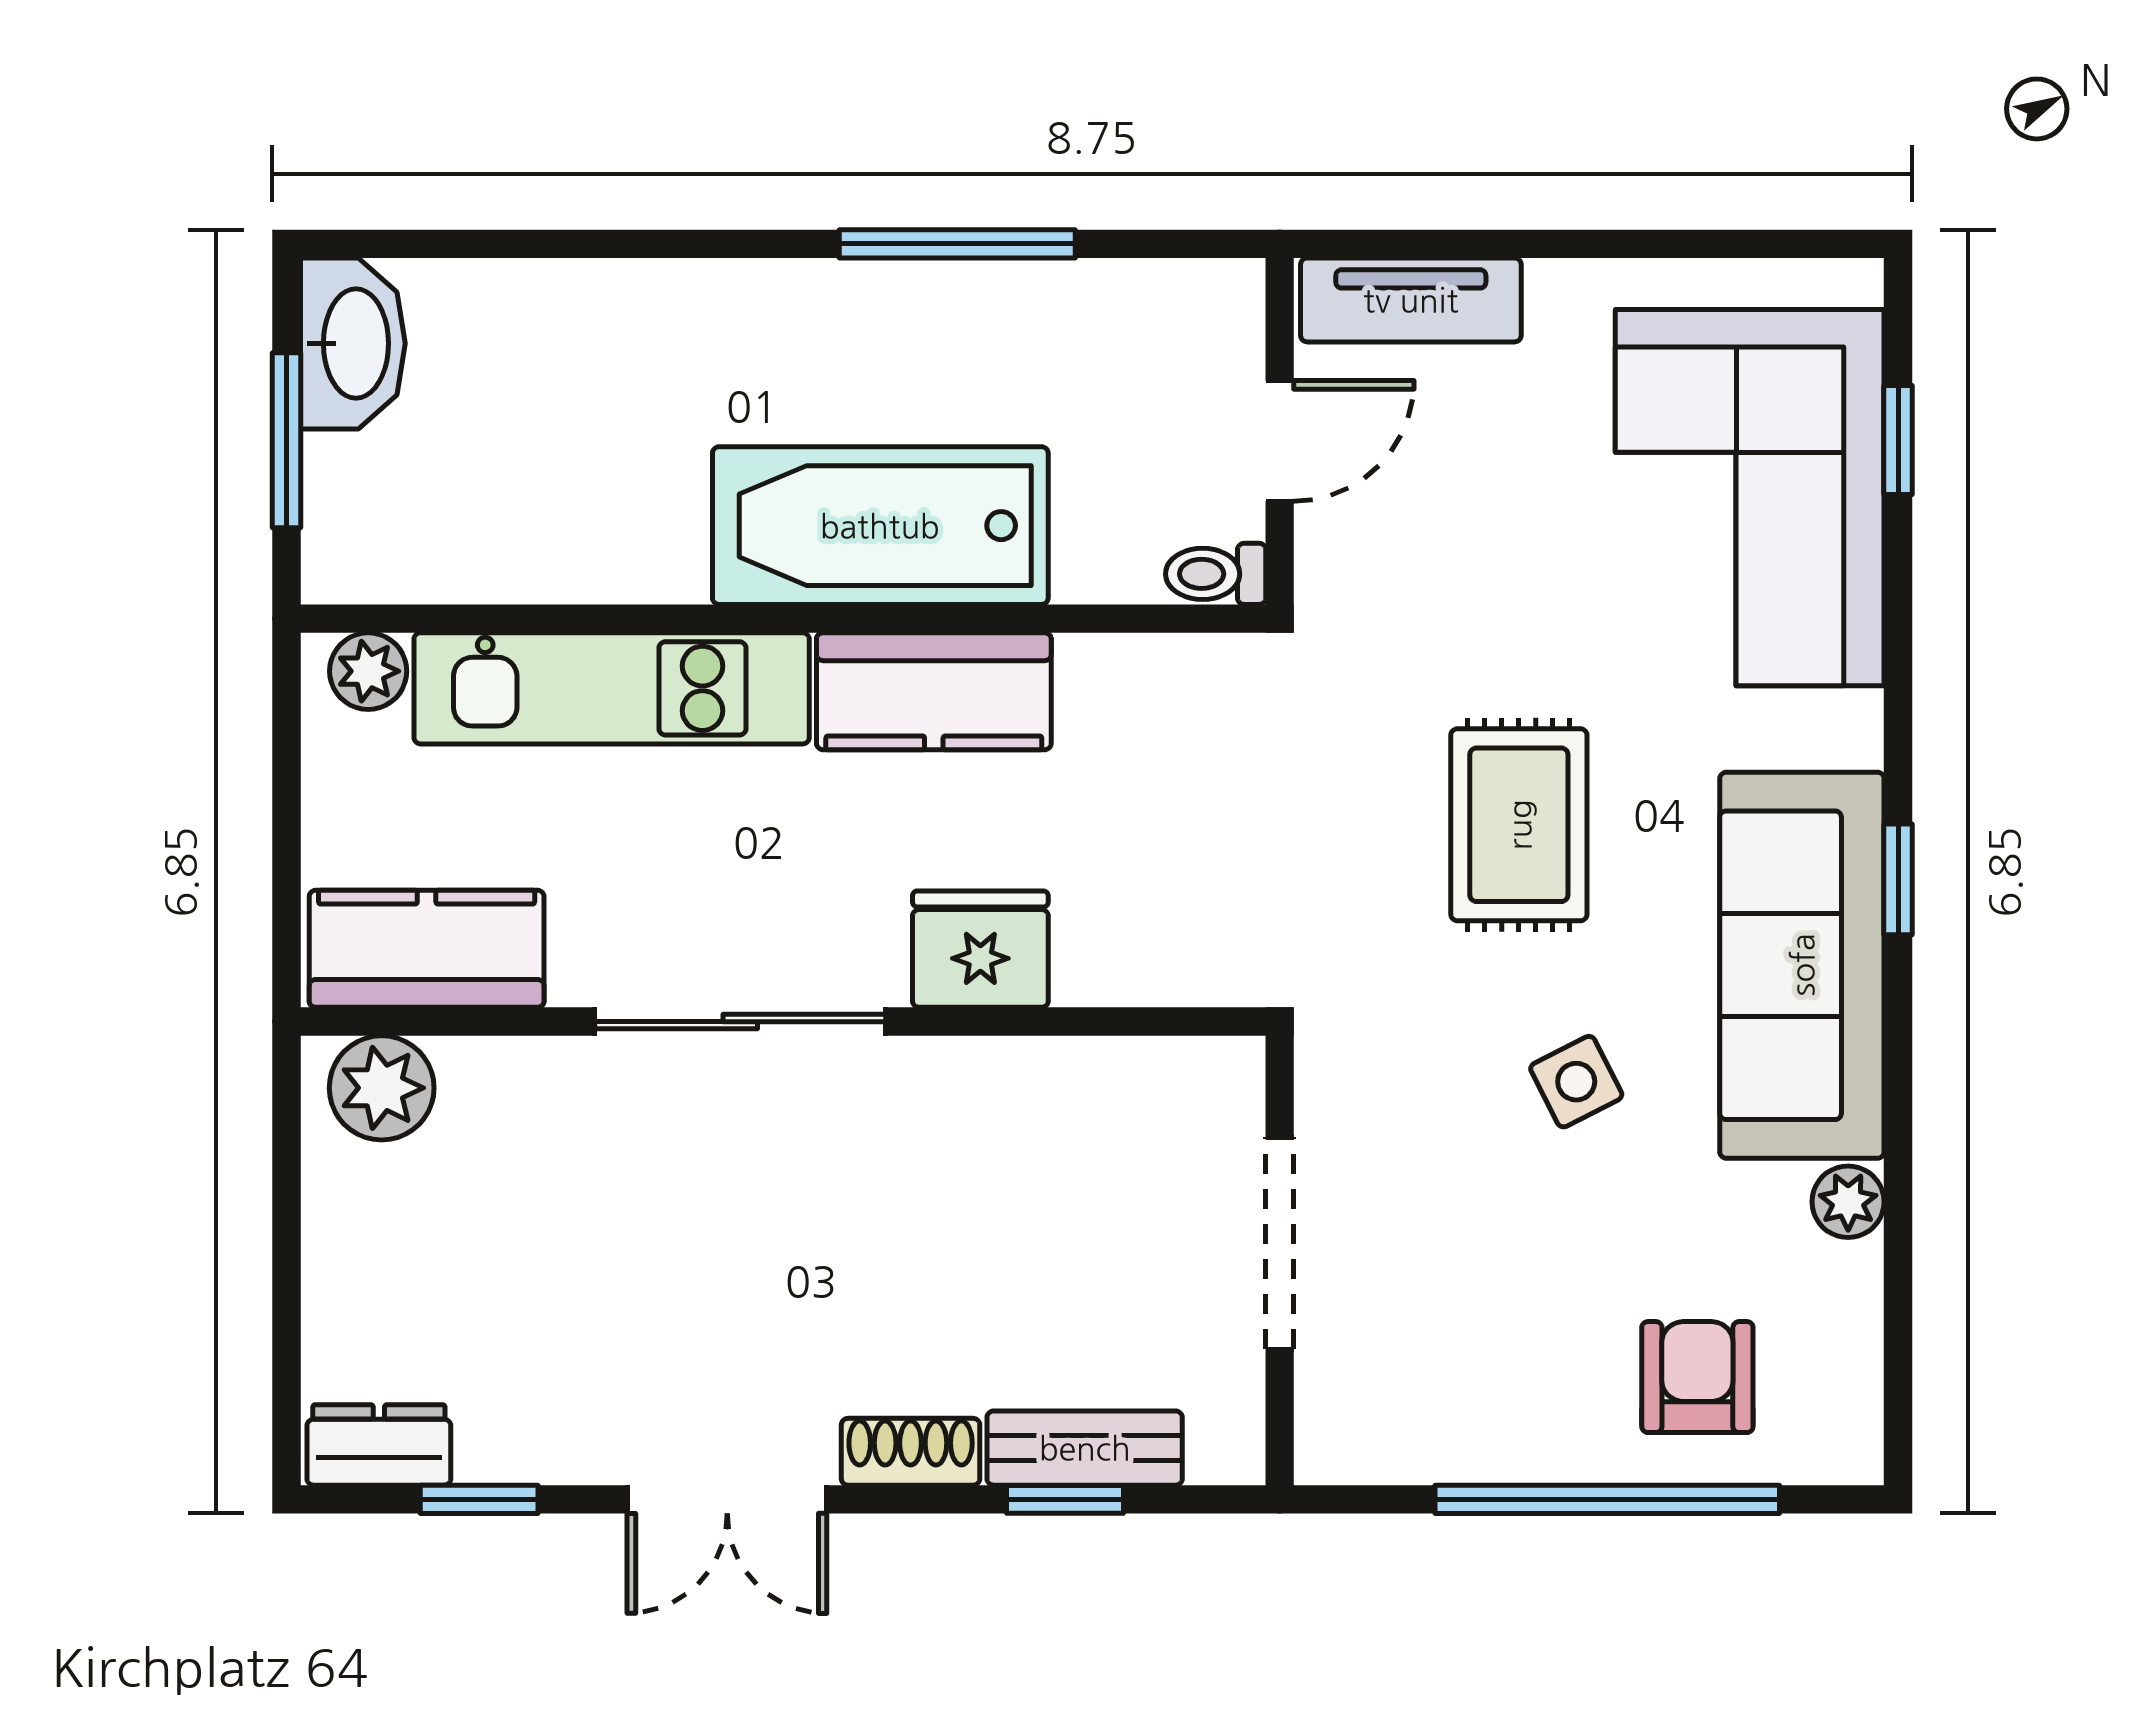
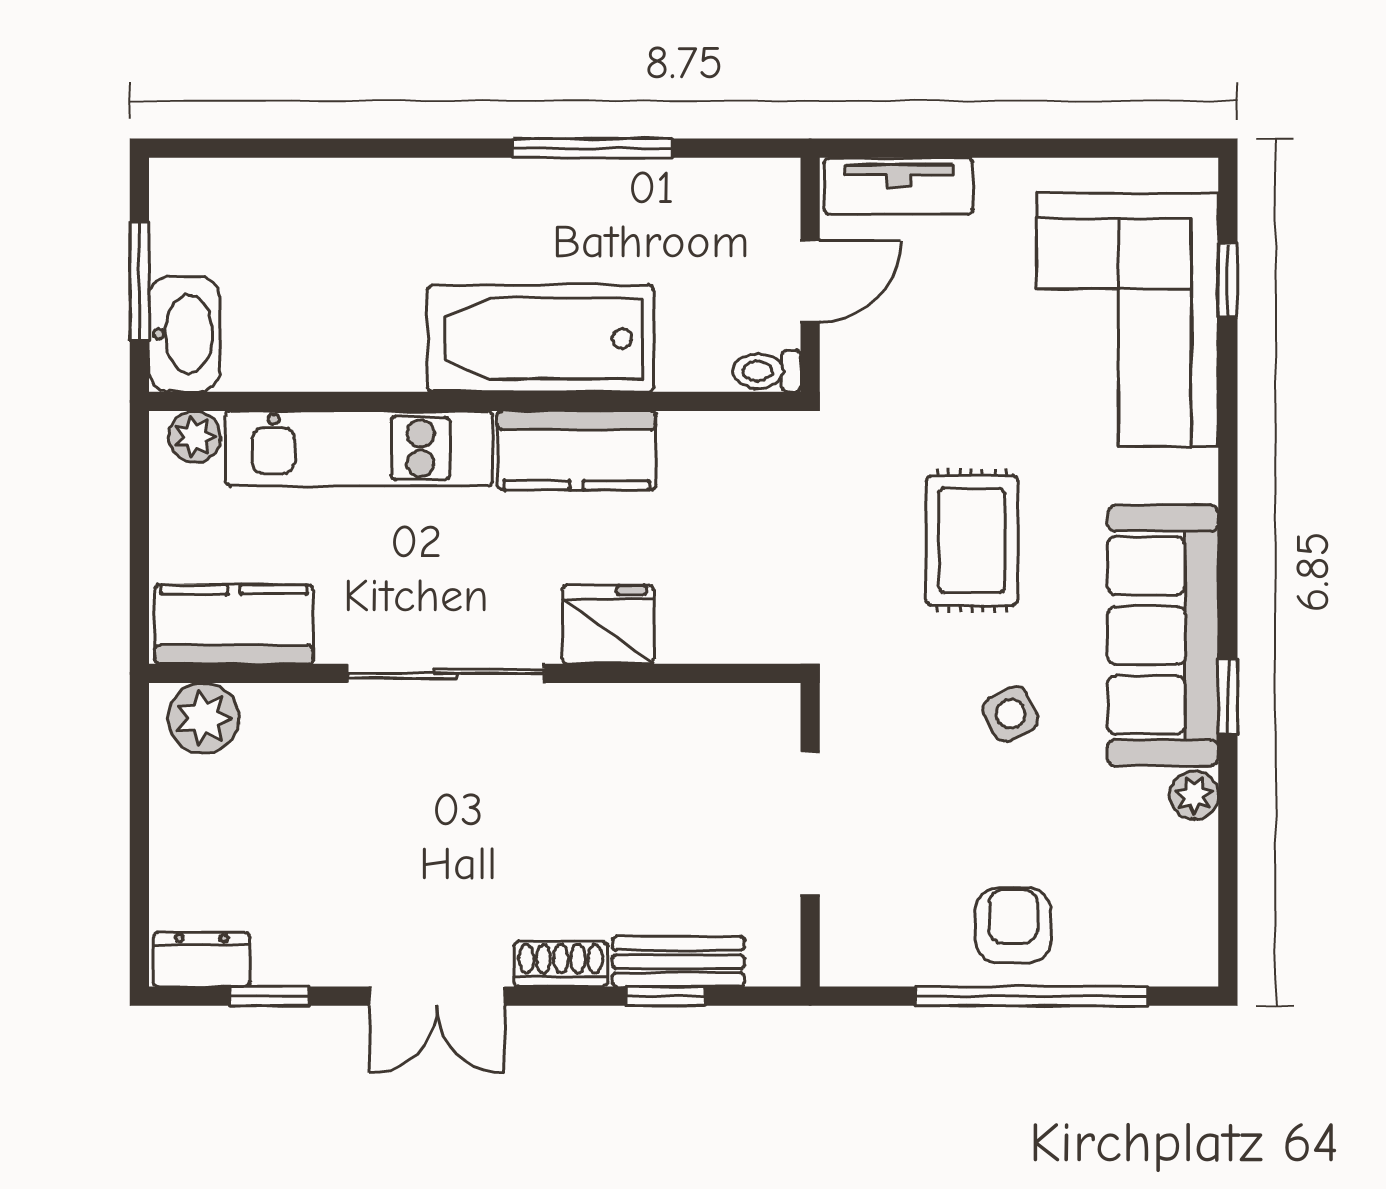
washbasin: (353, 343) -> (184, 334), moved
window: (1898, 879) -> (1228, 697), moved
armchair: (1697, 1377) -> (1013, 925), moved

